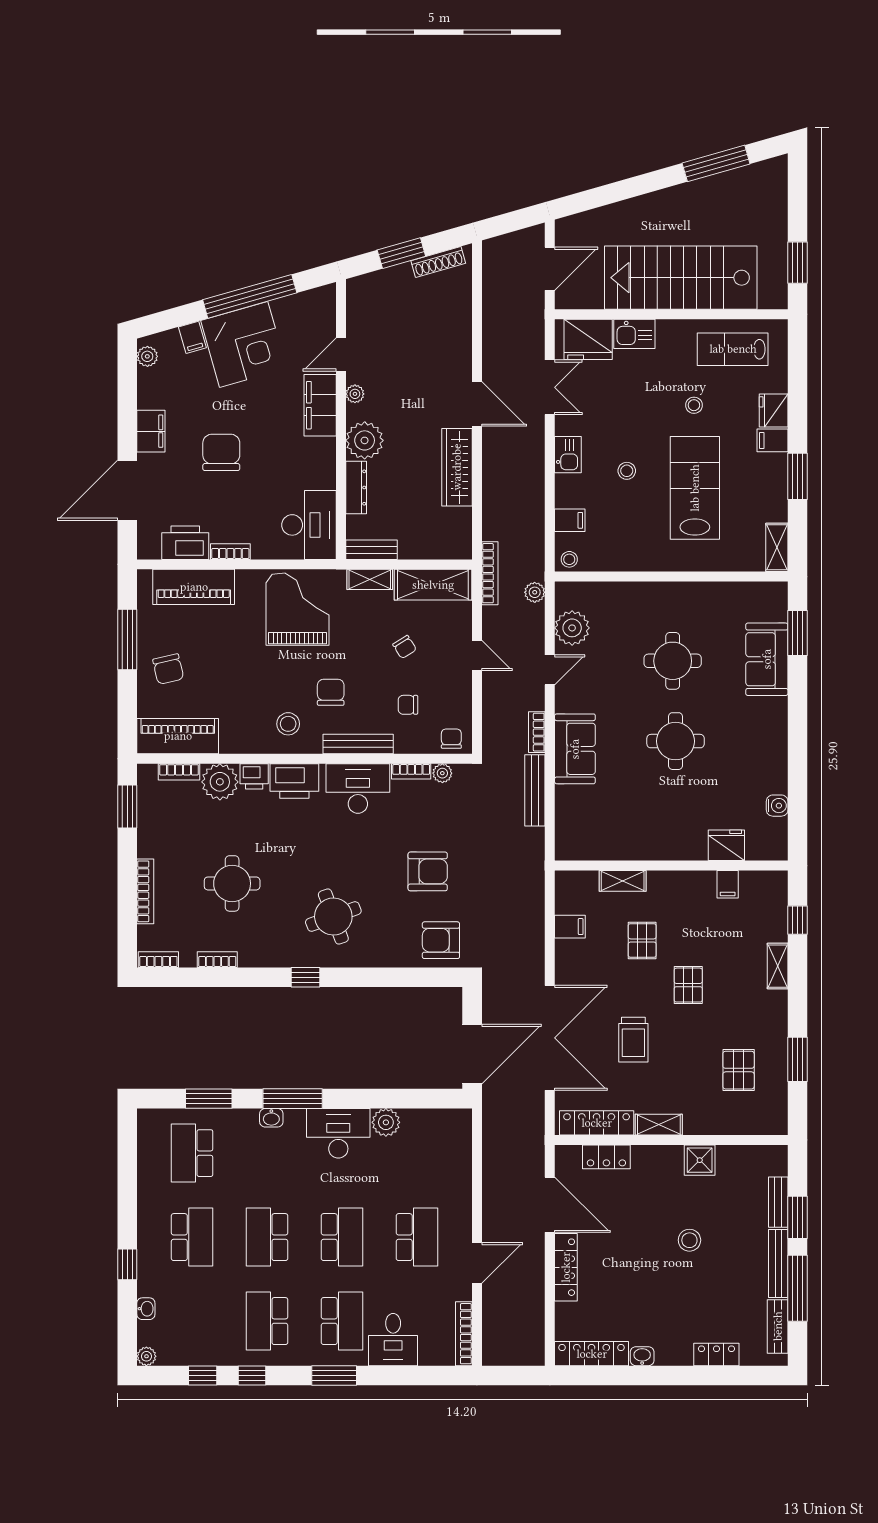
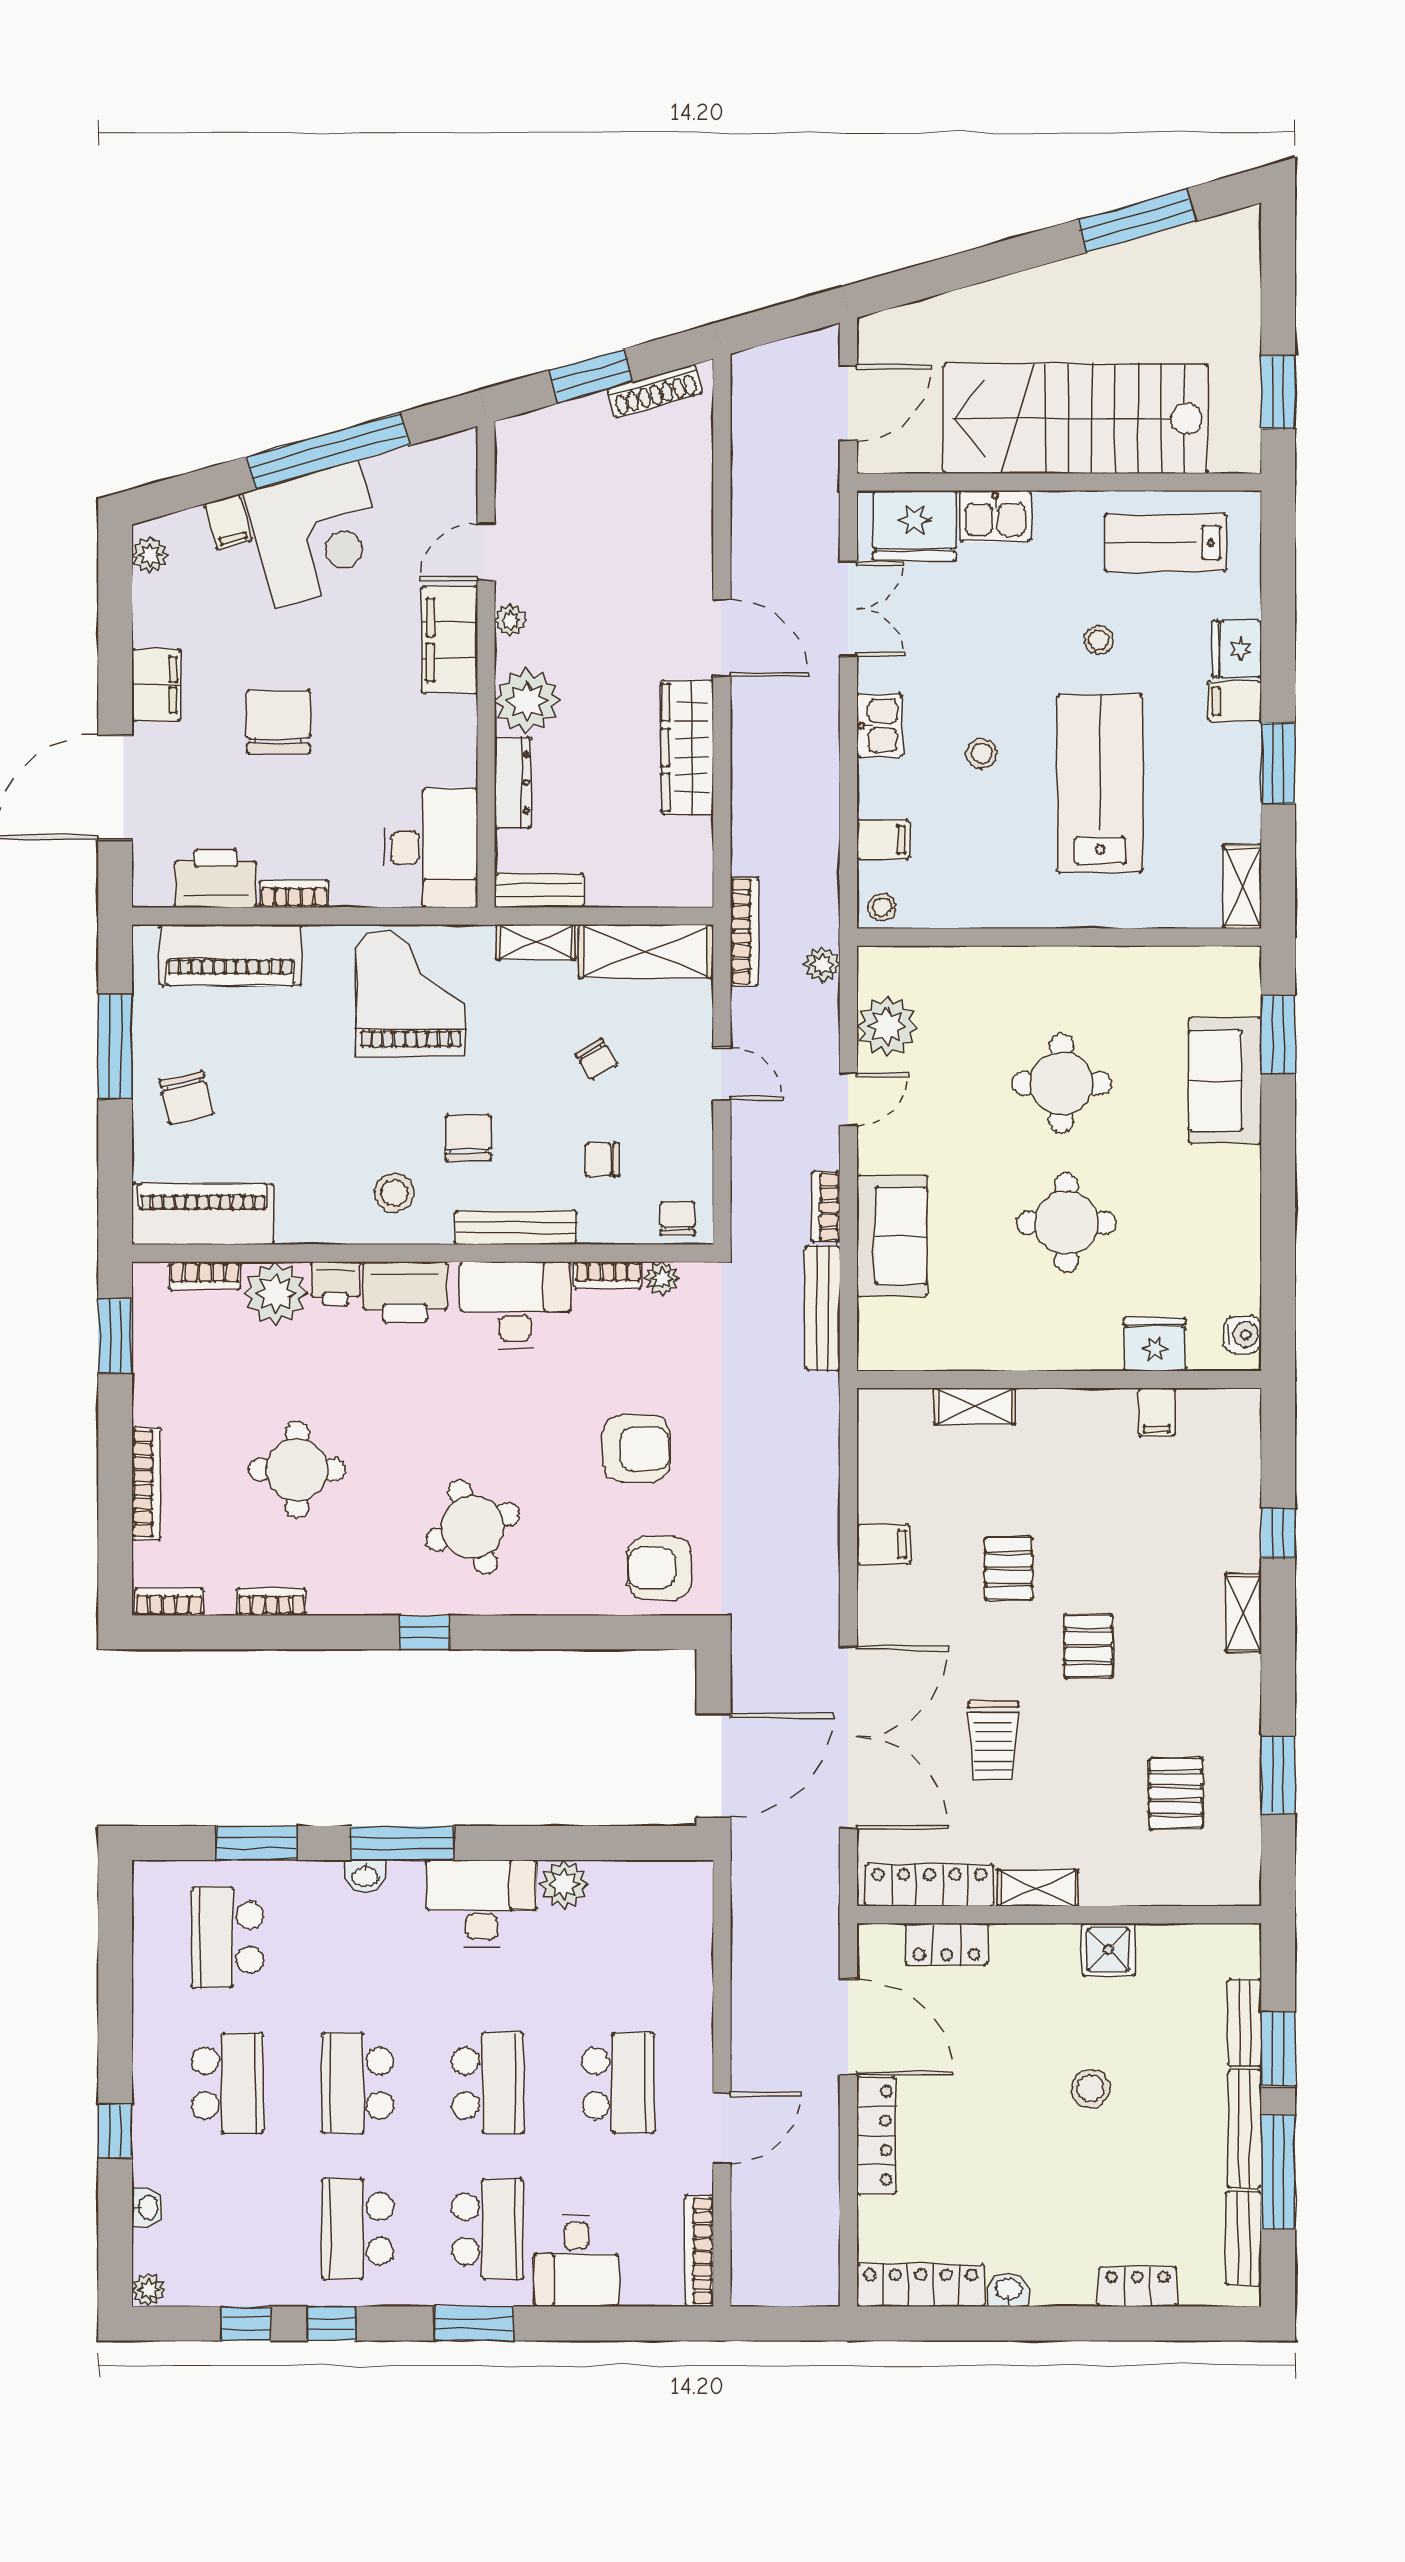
fridge: (726, 845) -> (1155, 1344), moved
wall: (671, 866) -> (1059, 1380), moved
shelving: (623, 881) -> (975, 1406), moved
filing cabinet: (728, 884) -> (1157, 1412), moved

